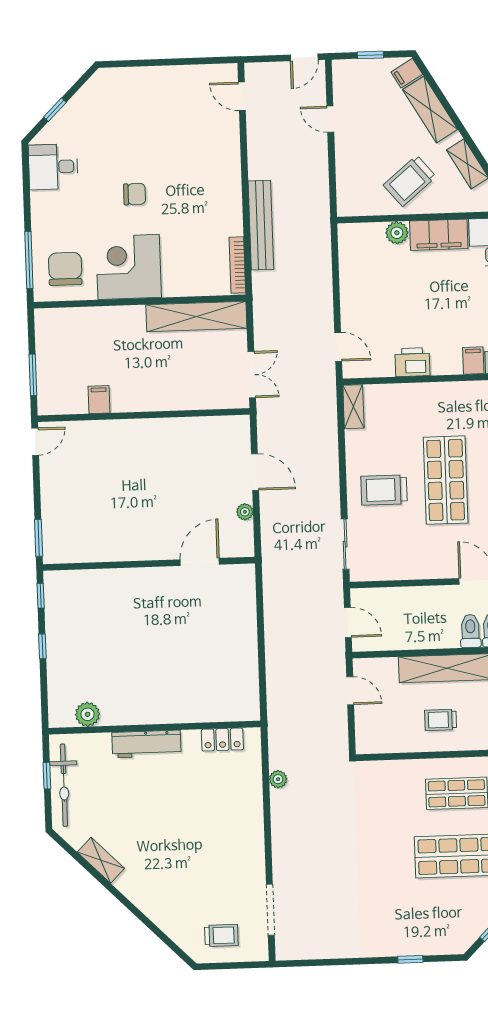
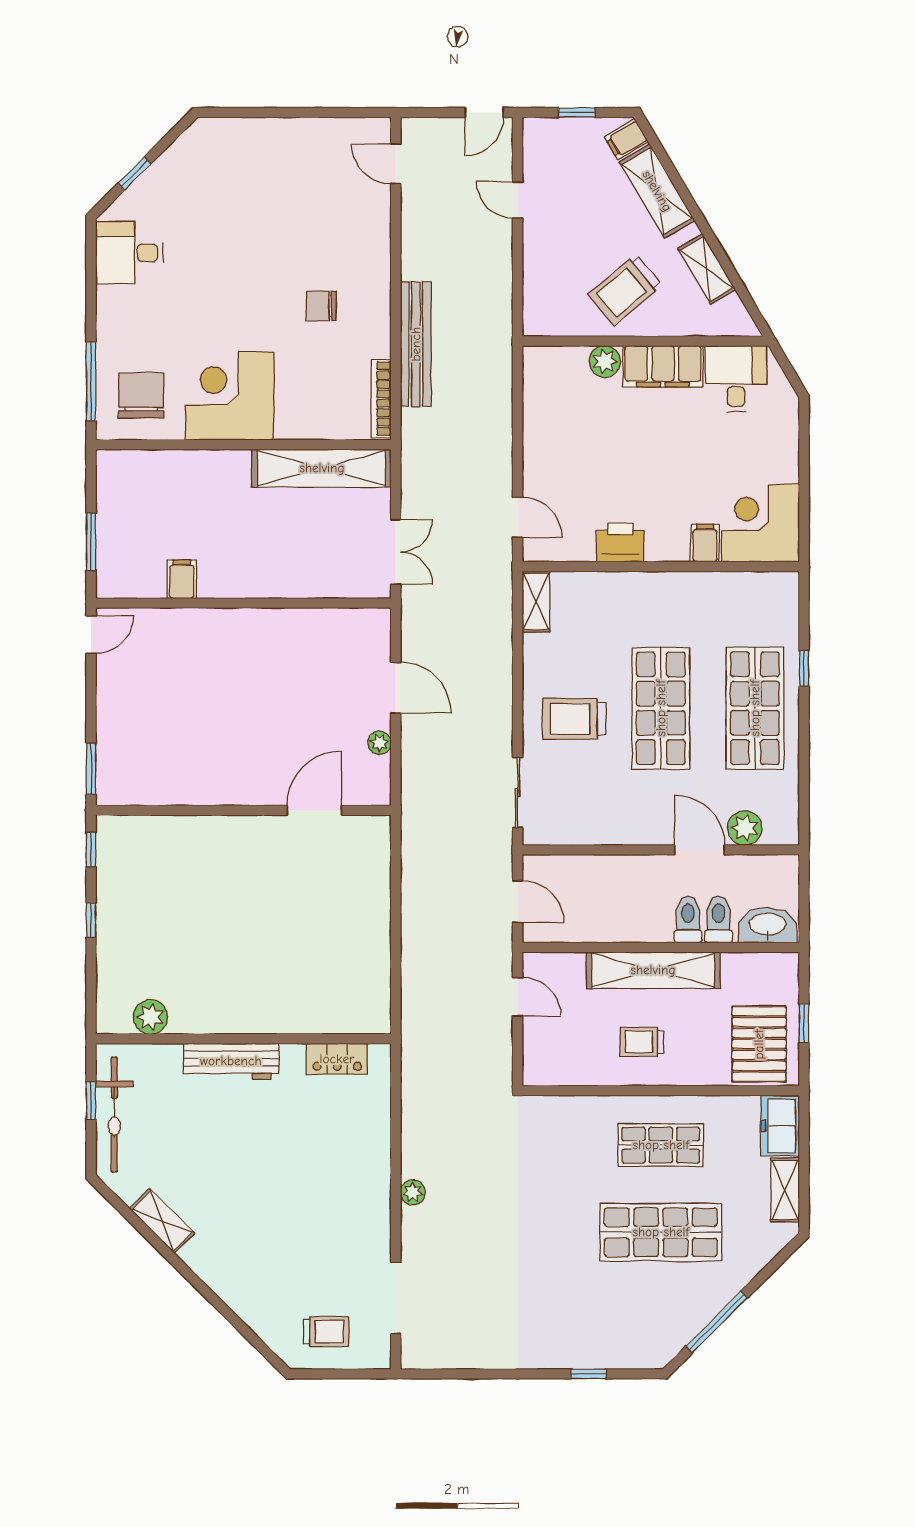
chair: (135, 194) -> (321, 306), moved, turned 180
plant: (278, 779) -> (413, 1192), moved

